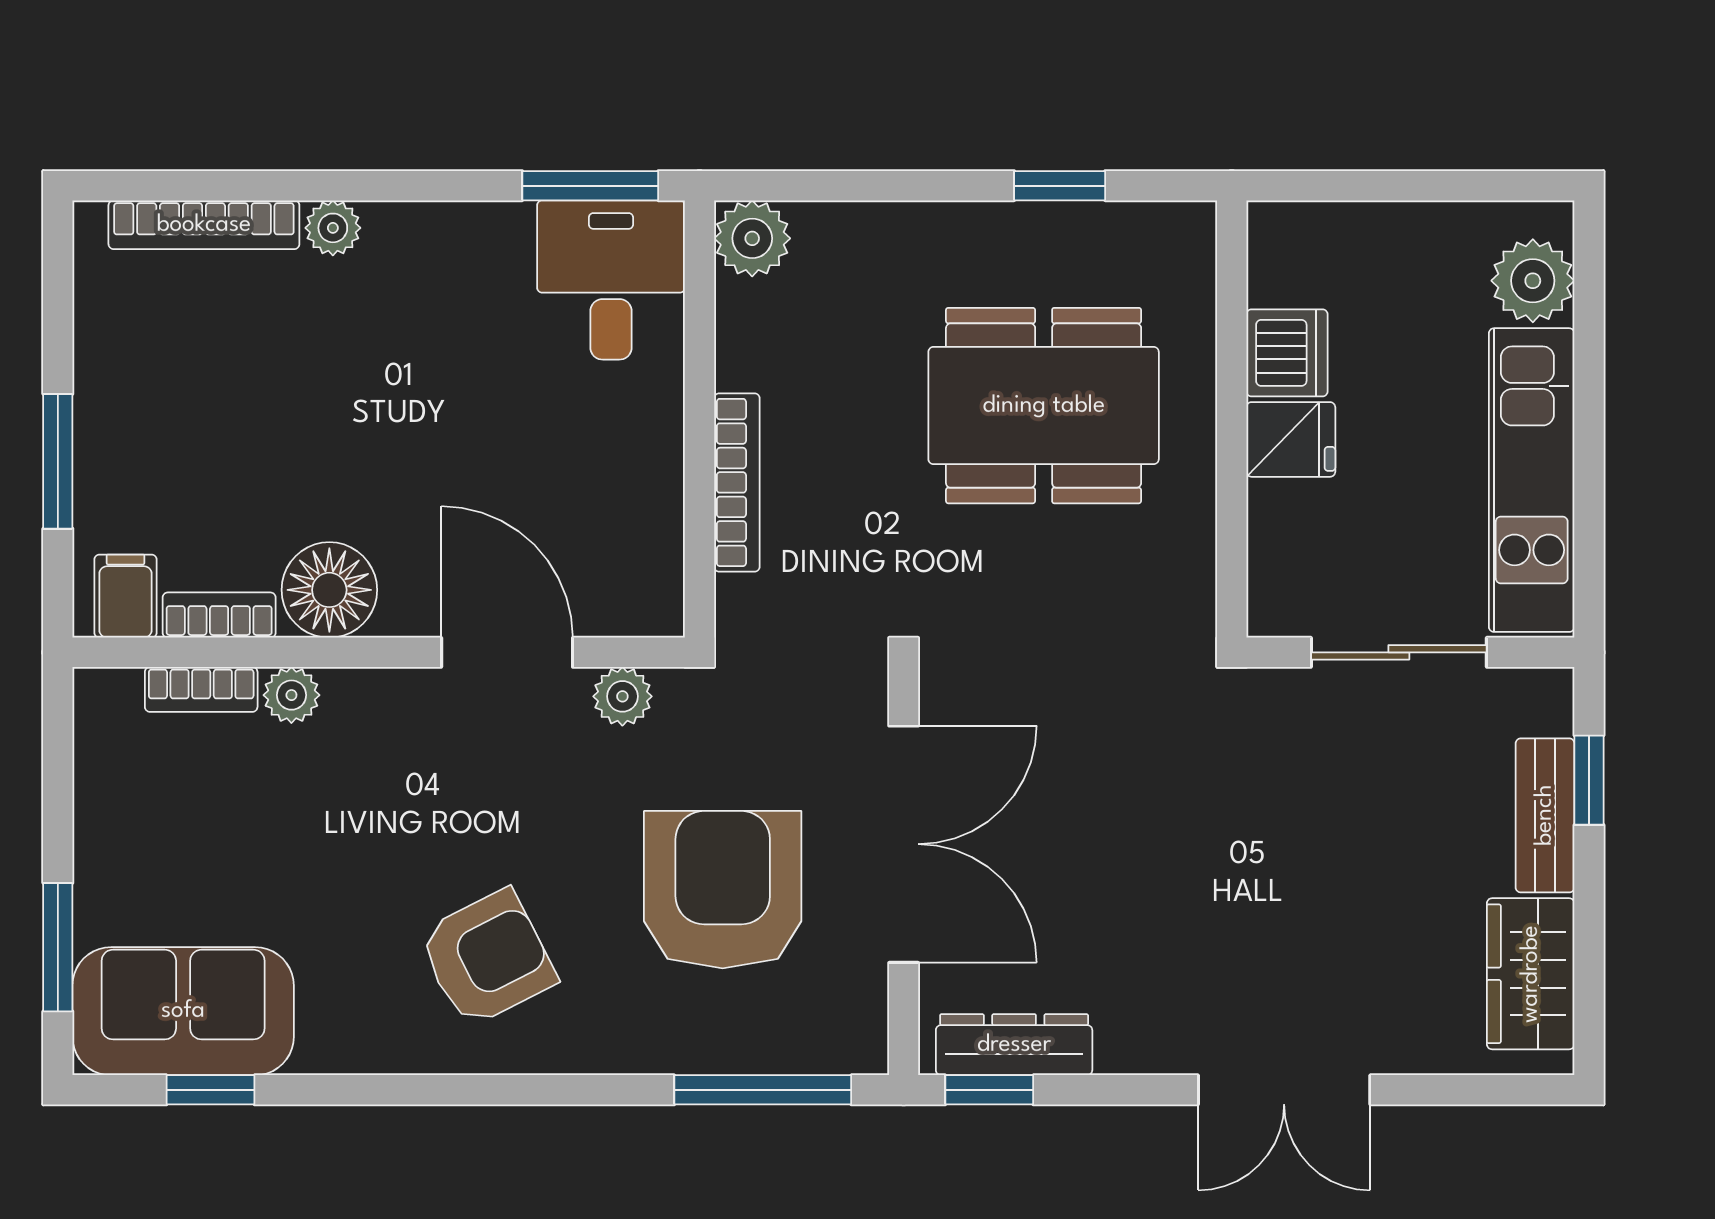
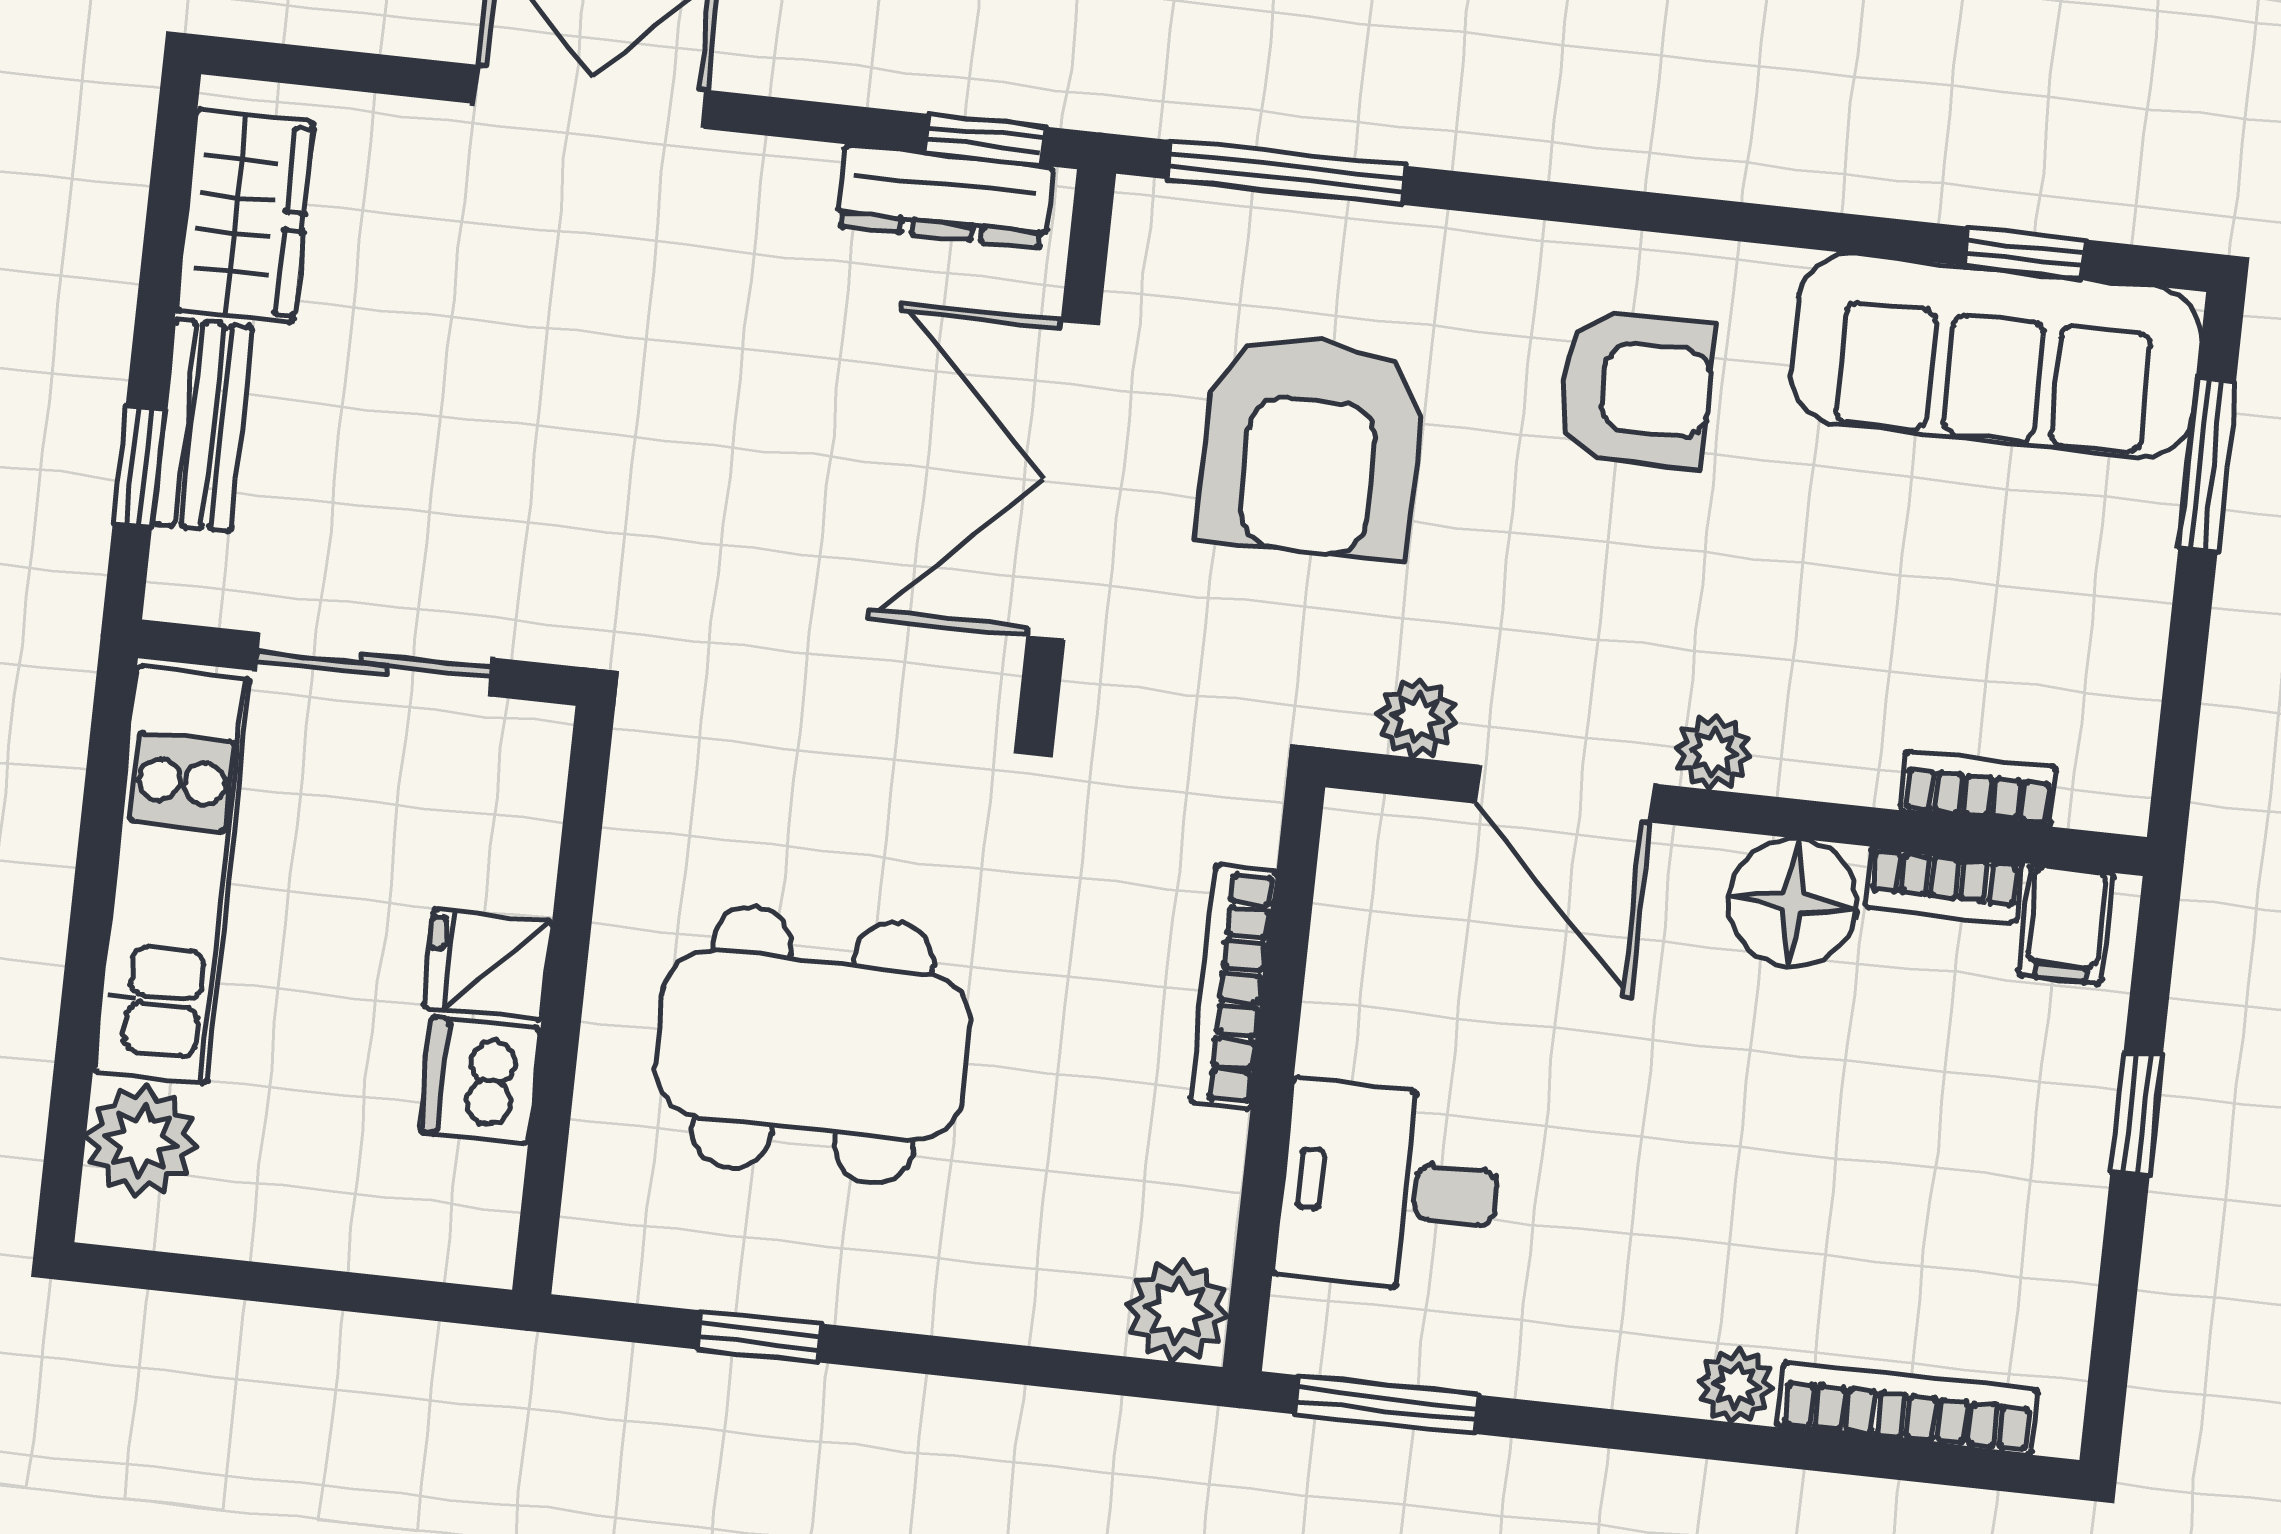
desk: (611, 280) -> (1389, 1187), moved, turned 90
window: (58, 461) -> (2137, 1114), width x0.67
plant: (291, 695) -> (1713, 752), moved
armchair: (487, 958) -> (1636, 388), turned -153
sofa: (183, 1011) -> (1996, 356), width x1.36

